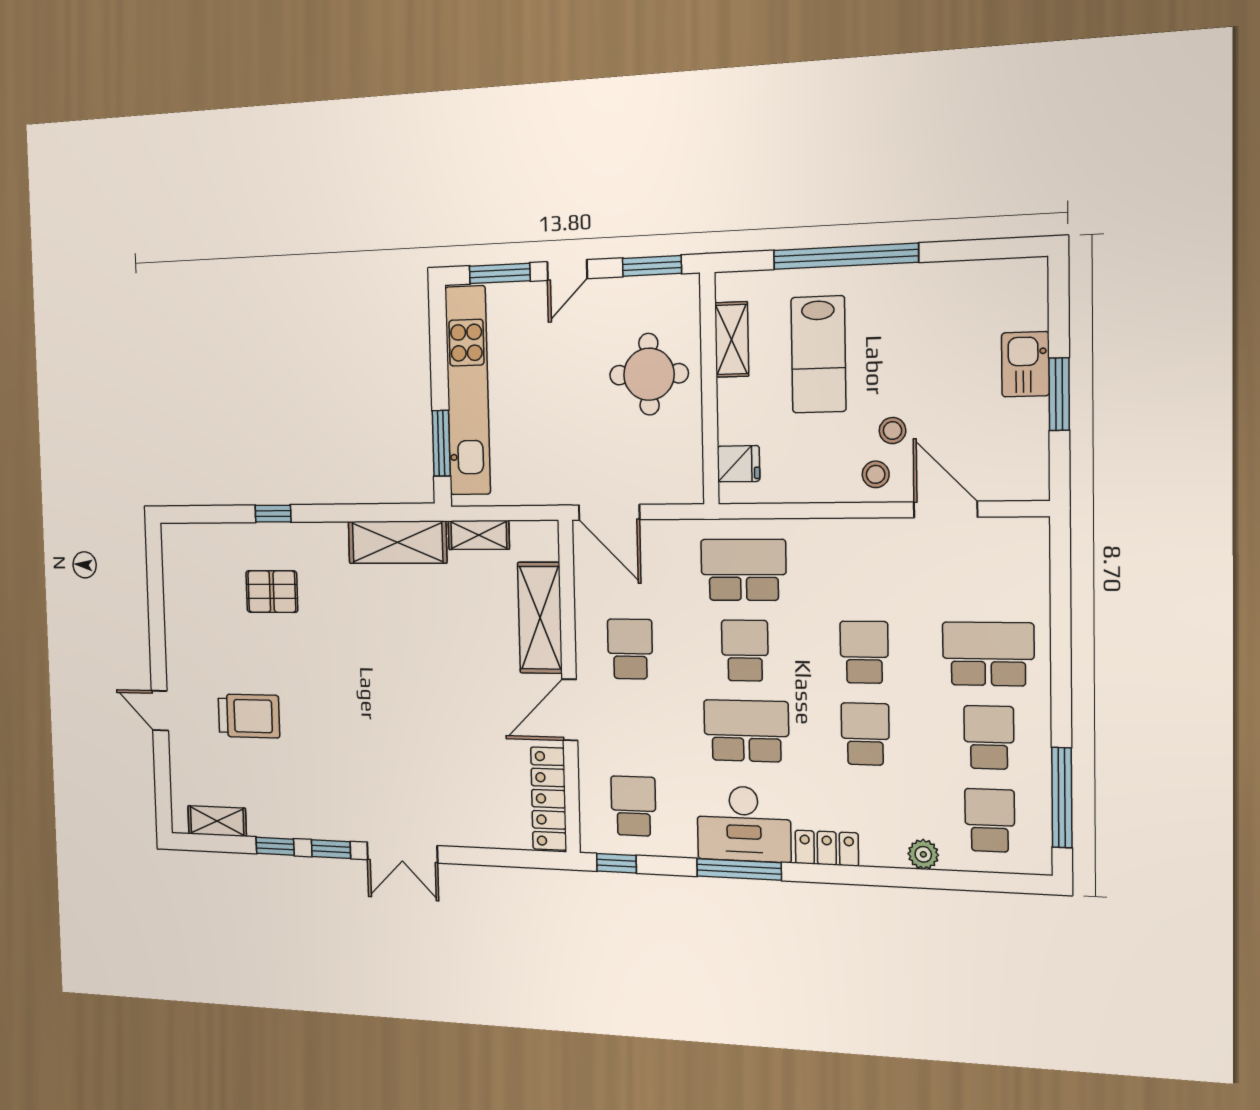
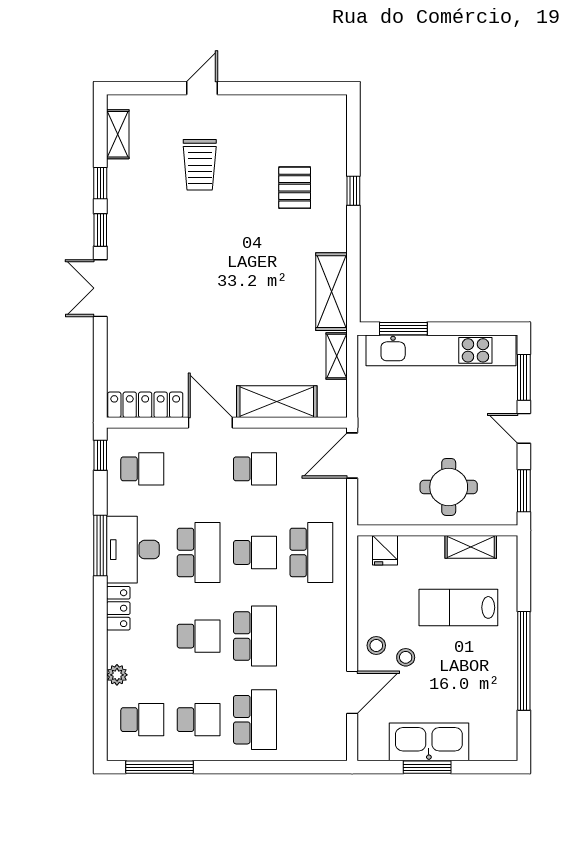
window: (846, 256) -> (524, 661), moved
kitchen sink: (1025, 364) -> (429, 742), width x1.88, depth x1.24
school desk: (864, 652) -> (255, 636), width x1.85

